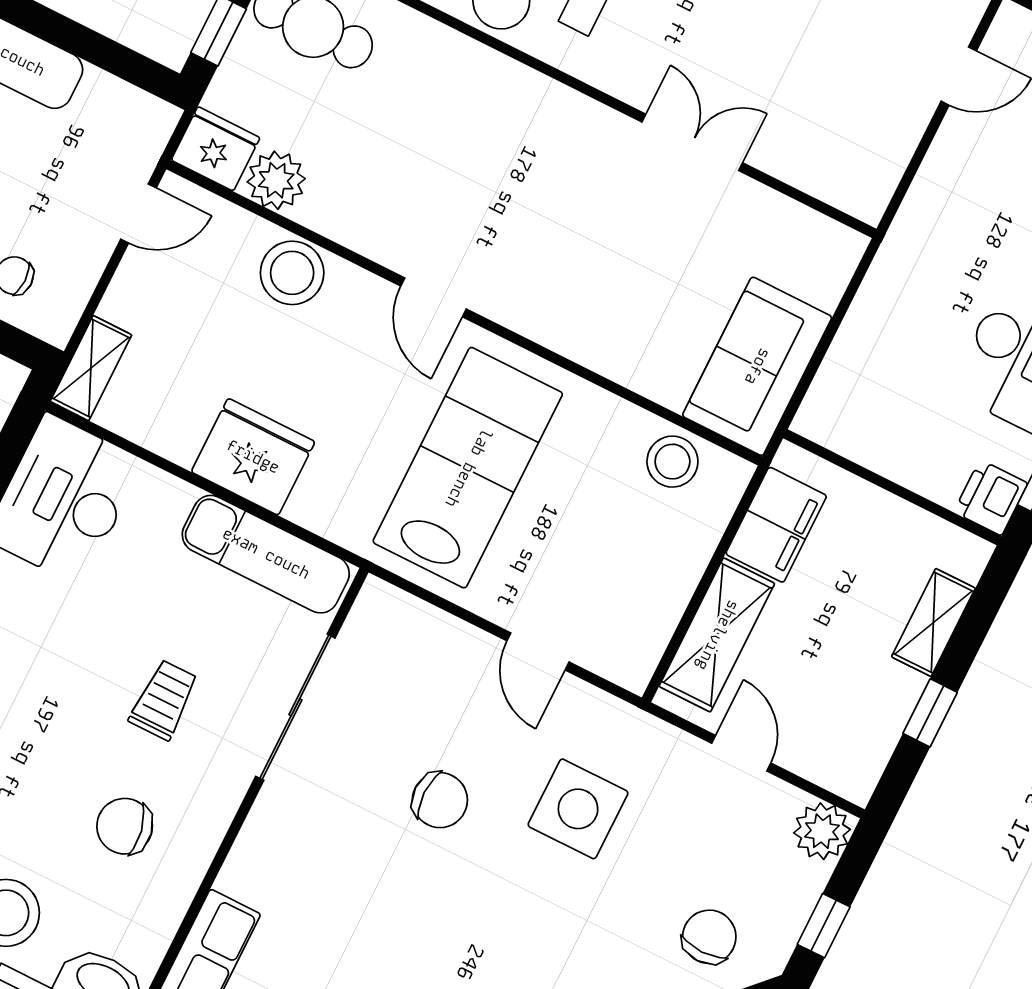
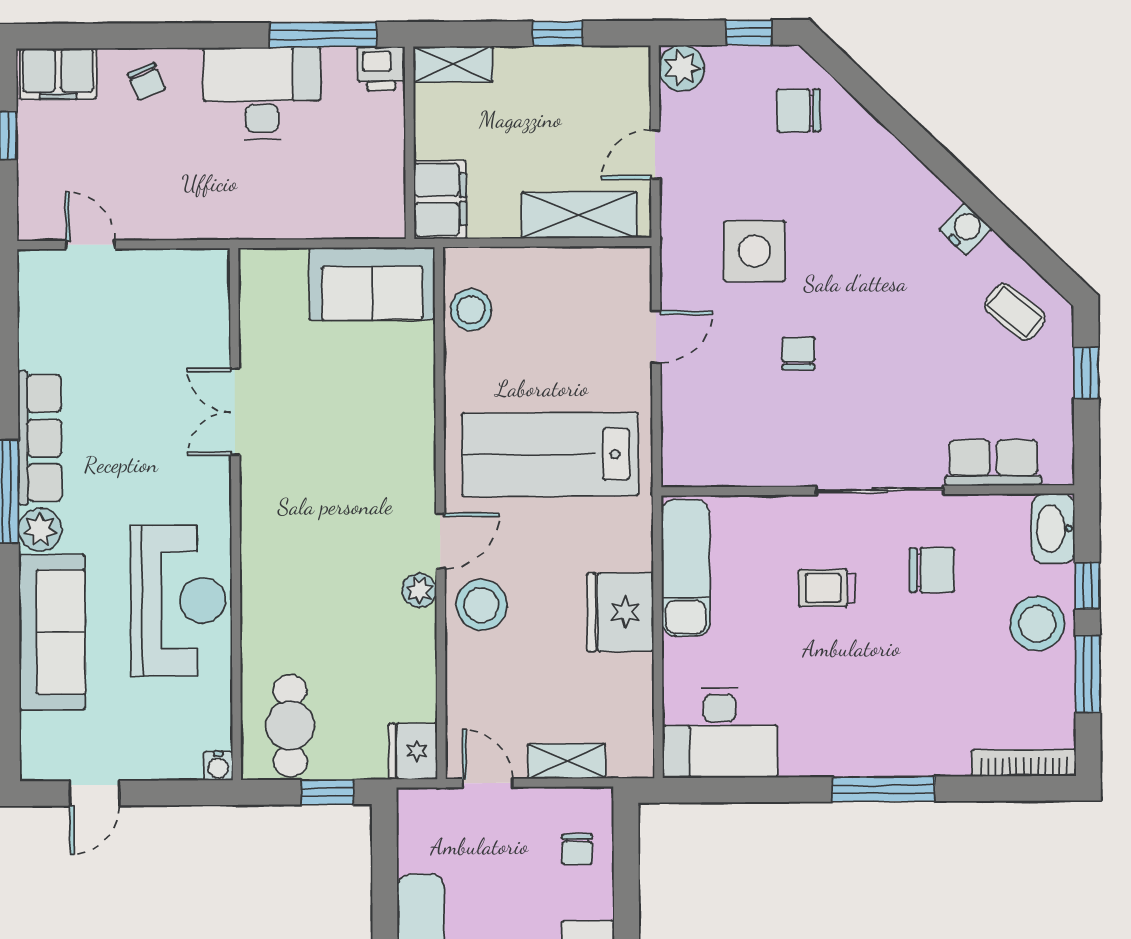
plant: (276, 180) -> (419, 590), moved, width x0.73, depth x0.73
stool: (292, 273) -> (482, 605), moved
shelving: (91, 368) -> (567, 761), moved
filing cabinet: (776, 525) -> (440, 199), moved, turned 90
shelving: (933, 623) -> (453, 64), moved
sliding door: (295, 707) -> (880, 490), moved
chair: (440, 800) -> (798, 353), width x0.73, depth x0.73
chair: (125, 826) -> (932, 570), turned -79

